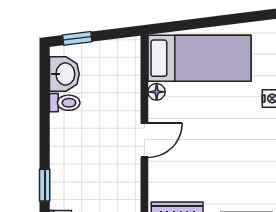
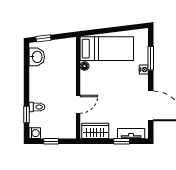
toilet: (65, 103) -> (37, 107), moved
door: (144, 140) -> (78, 104), moved

